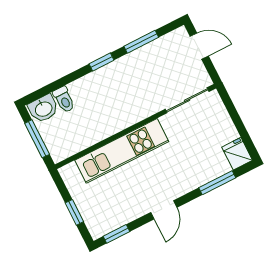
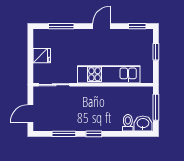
door: (199, 46) -> (30, 114), hinge flipped
fridge: (237, 154) -> (42, 56), moved, turned -90

